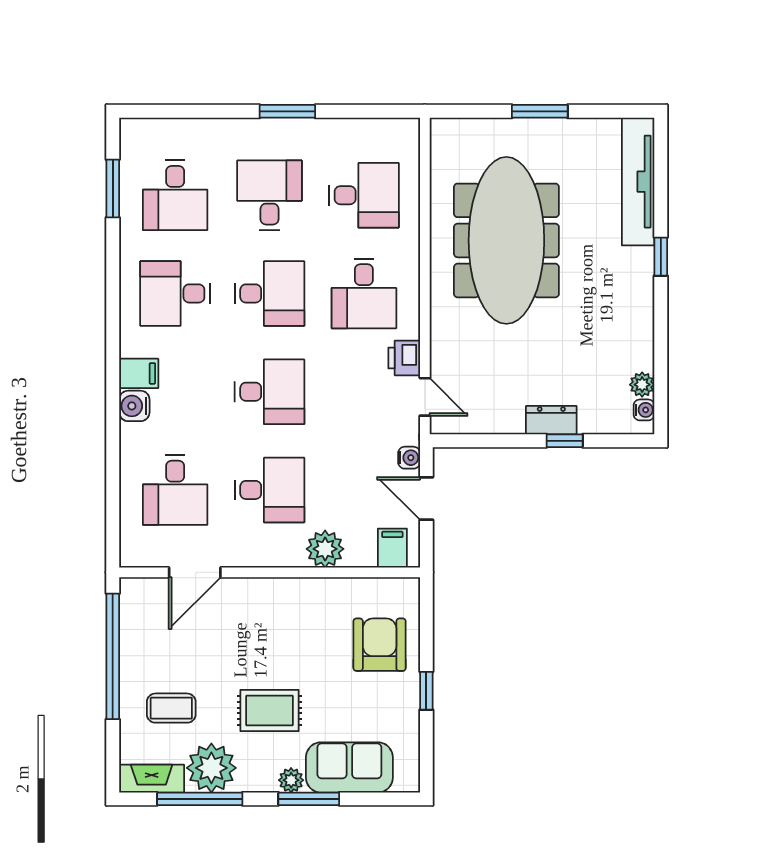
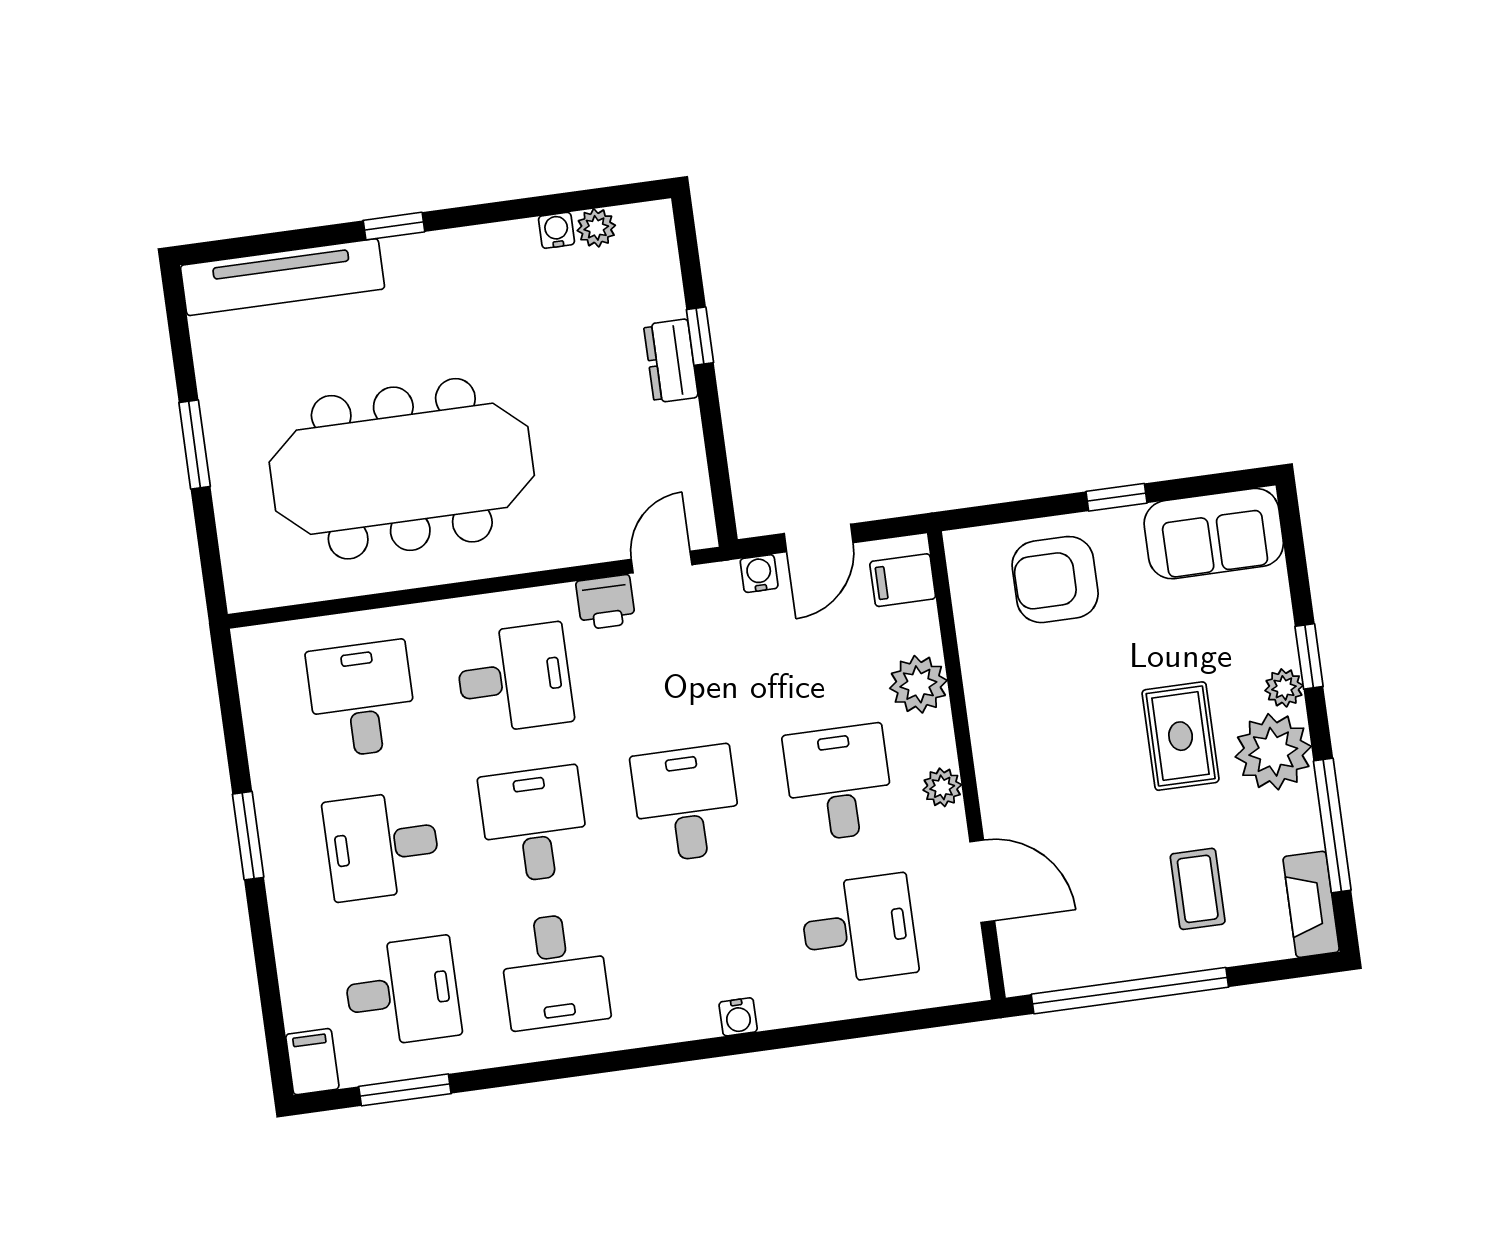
filing cabinet: (139, 373) -> (312, 1062), moved
water cooler: (134, 406) -> (738, 1017), width x0.72, depth x0.72
water cooler: (644, 410) -> (556, 230), moved
plant: (258, 555) -> (942, 787), added
sofa: (349, 767) -> (1214, 534), moved, turned -90
plant: (211, 768) -> (1273, 752), moved
window: (309, 799) -> (1309, 656), width x0.67

